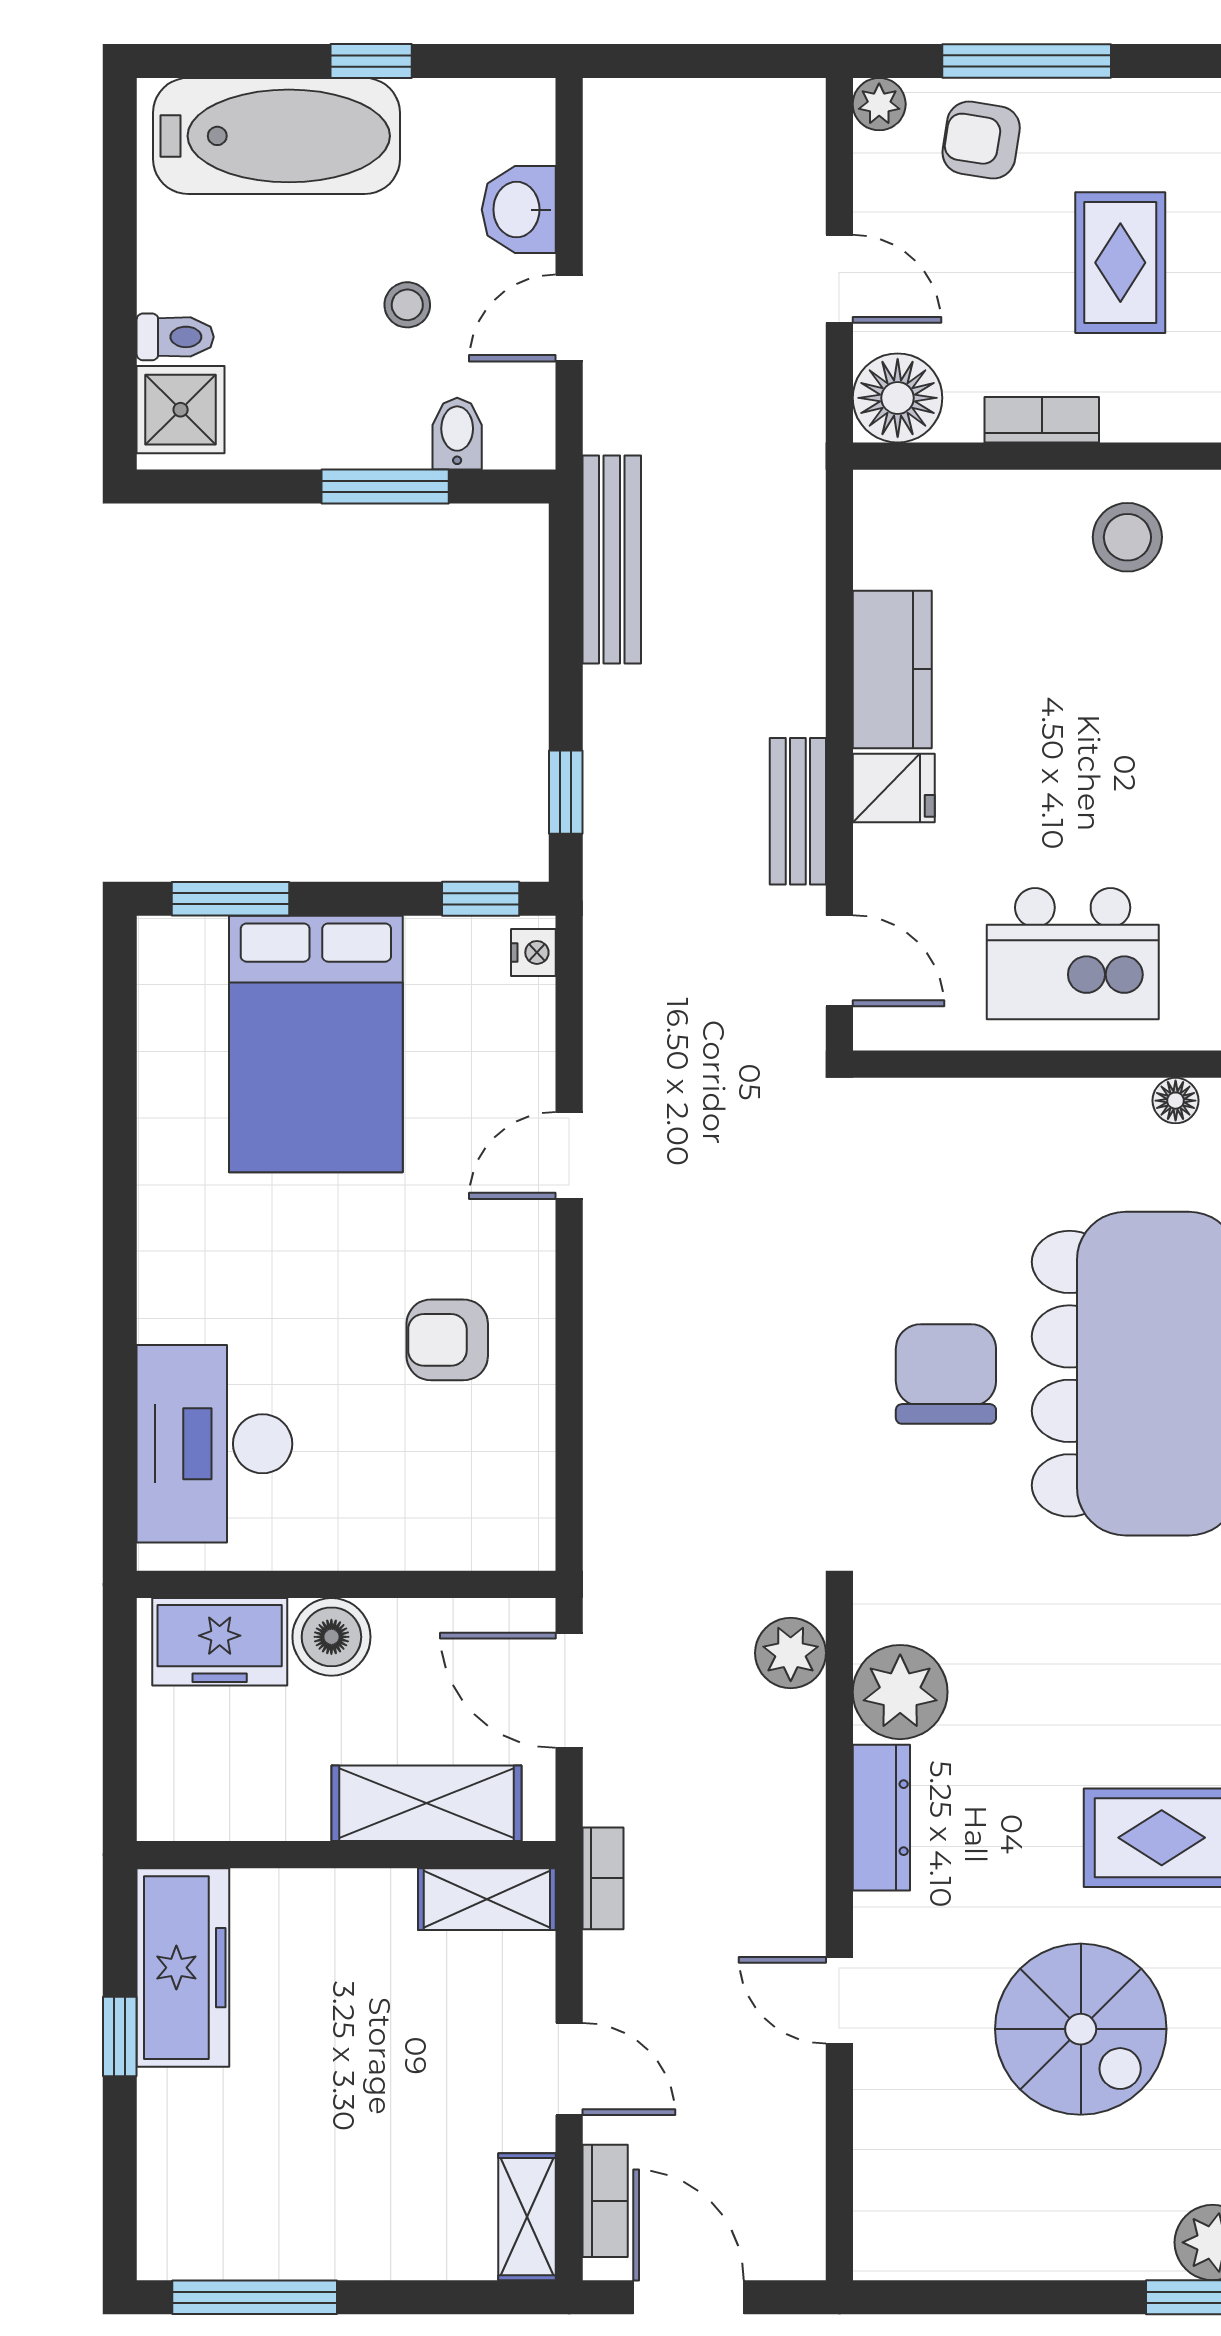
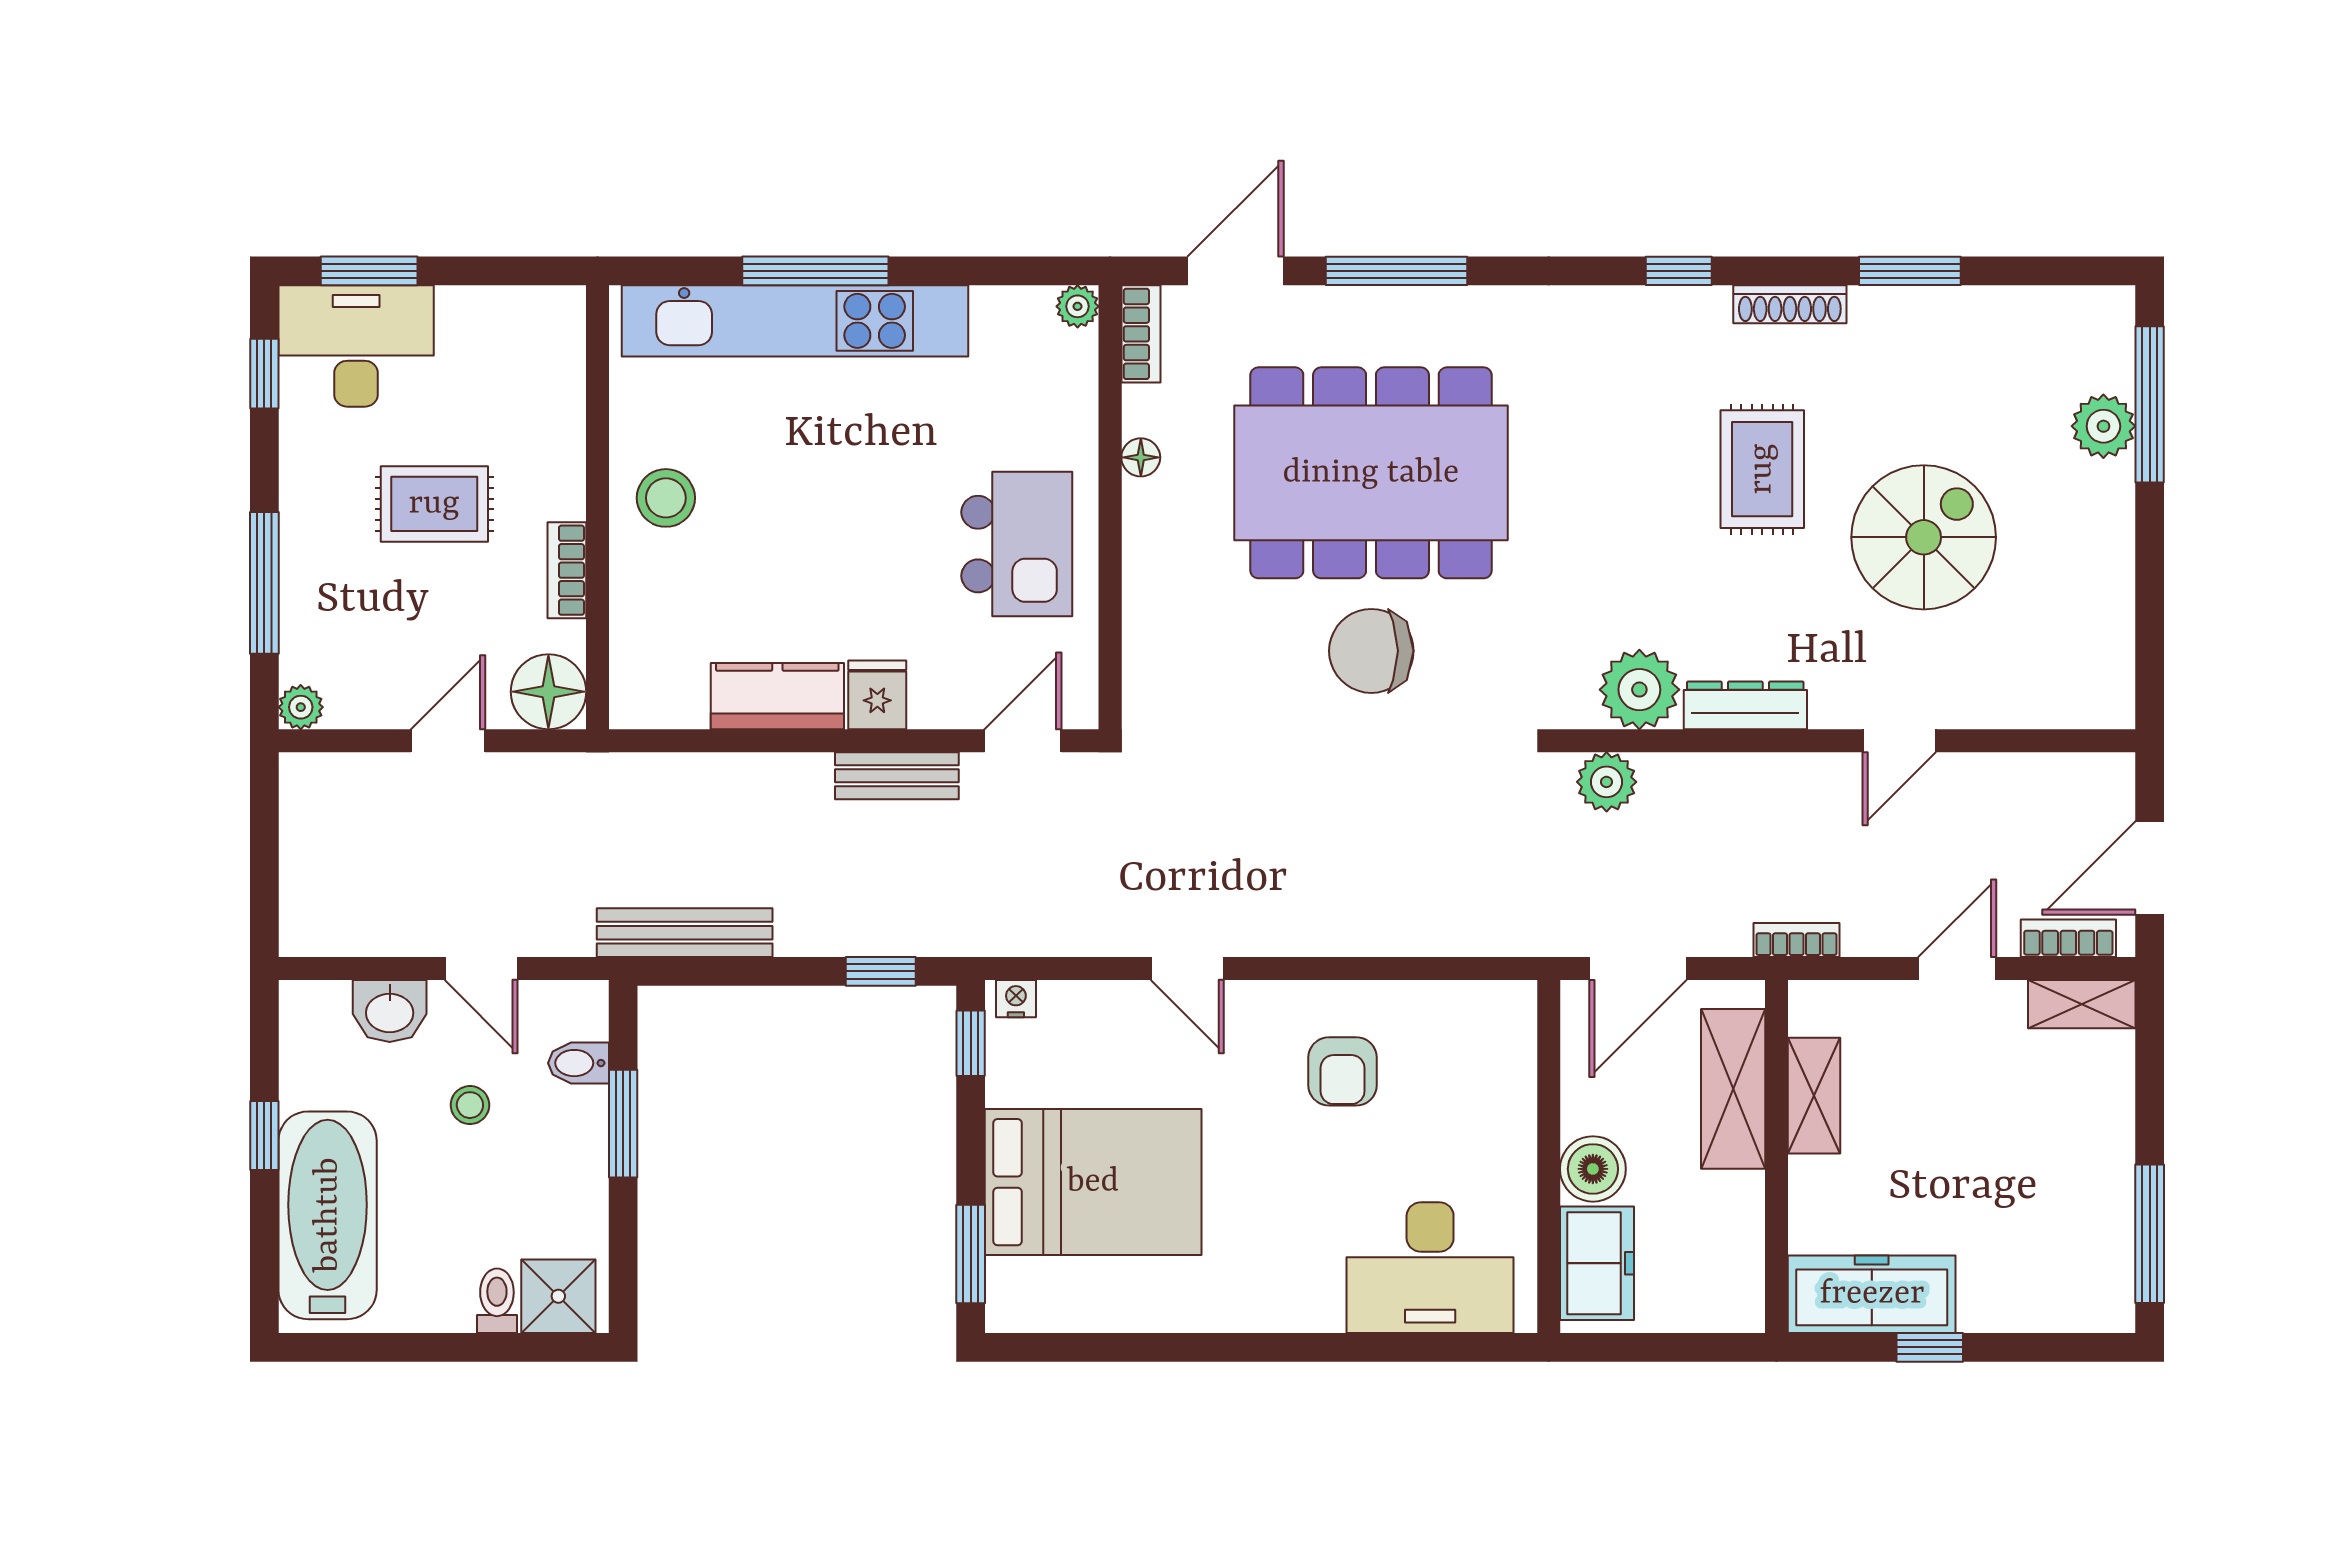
armchair: (981, 140) -> (331, 621), removed
shelving: (487, 1899) -> (1814, 1096), moved

